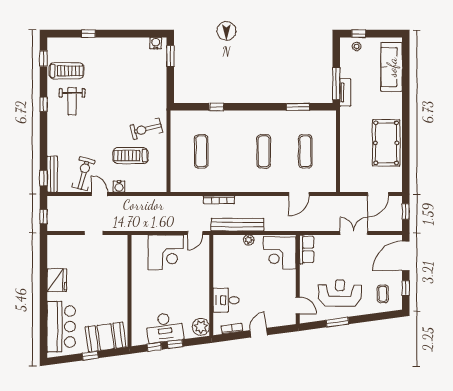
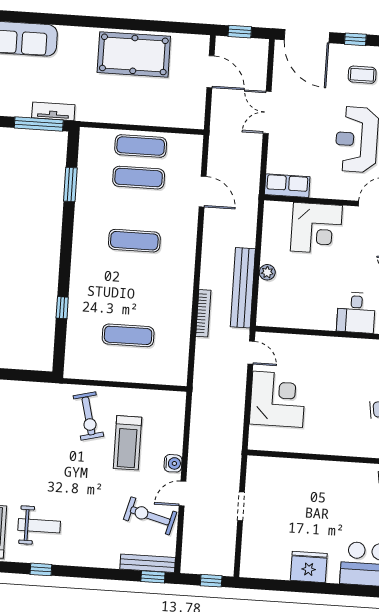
exercise mat: (326, 151) -> (141, 146), added
corner desk: (280, 253) -> (316, 228), moved

